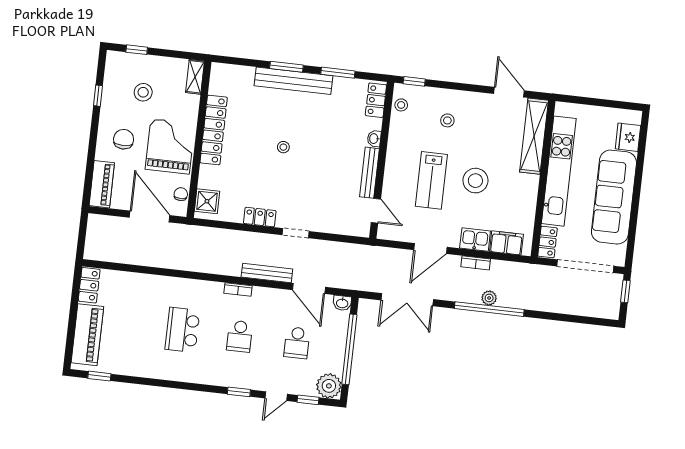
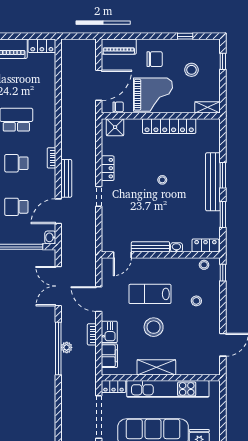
shelving: (534, 136) -> (156, 367), moved, width x0.68

